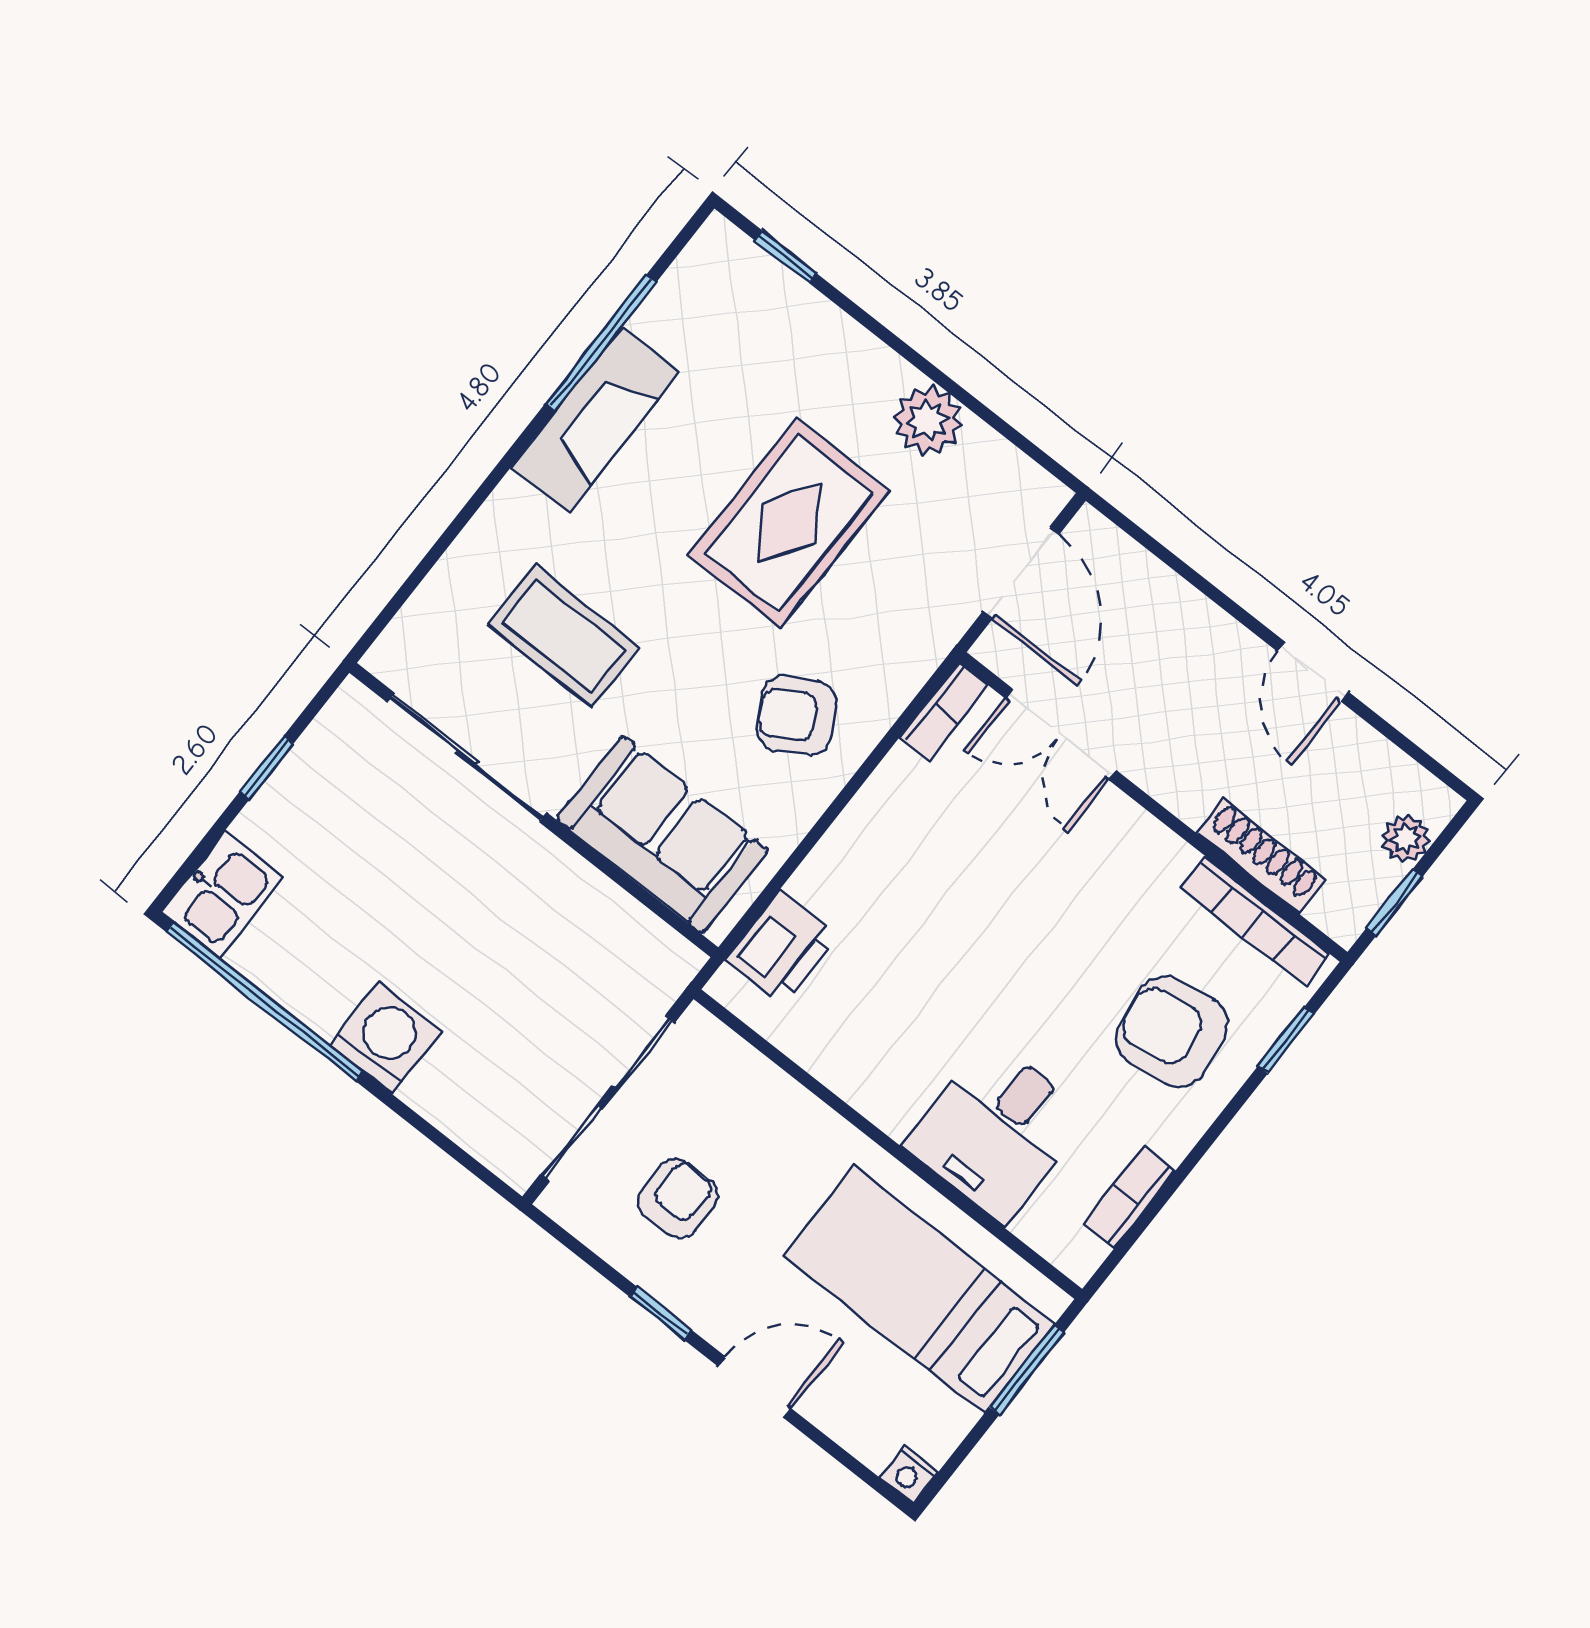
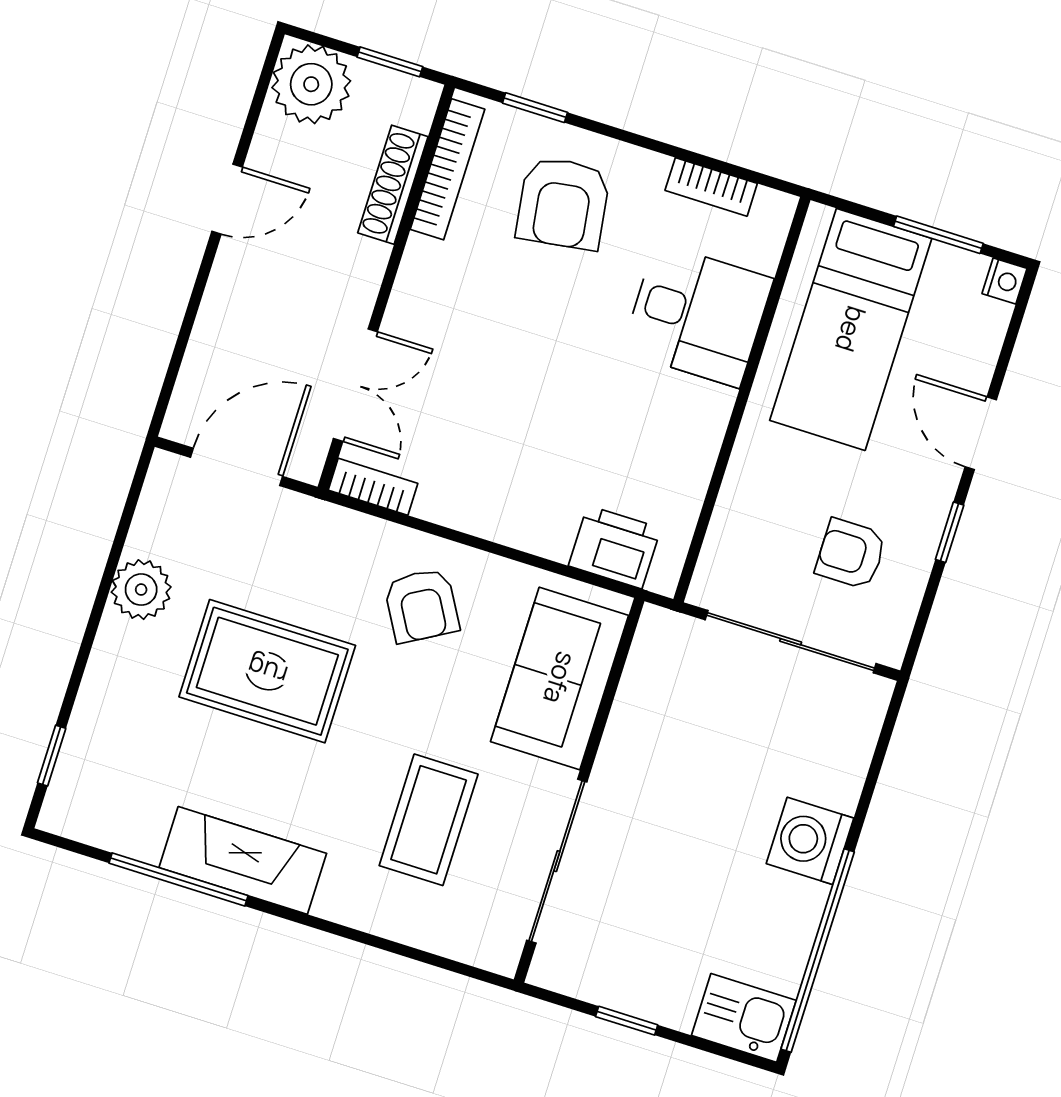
plant: (1406, 839) -> (311, 84), width x1.88, depth x1.88
window: (1027, 1370) -> (938, 235), moved

